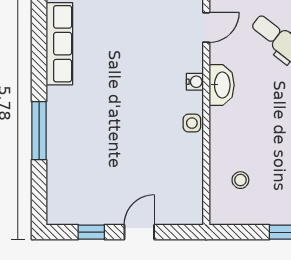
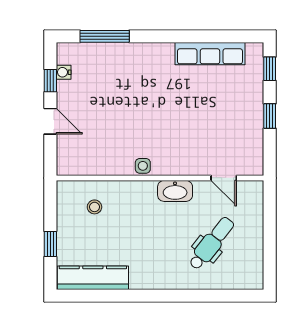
water cooler: (195, 82) -> (64, 72), moved, turned 90
window: (39, 131) -> (105, 36), moved

